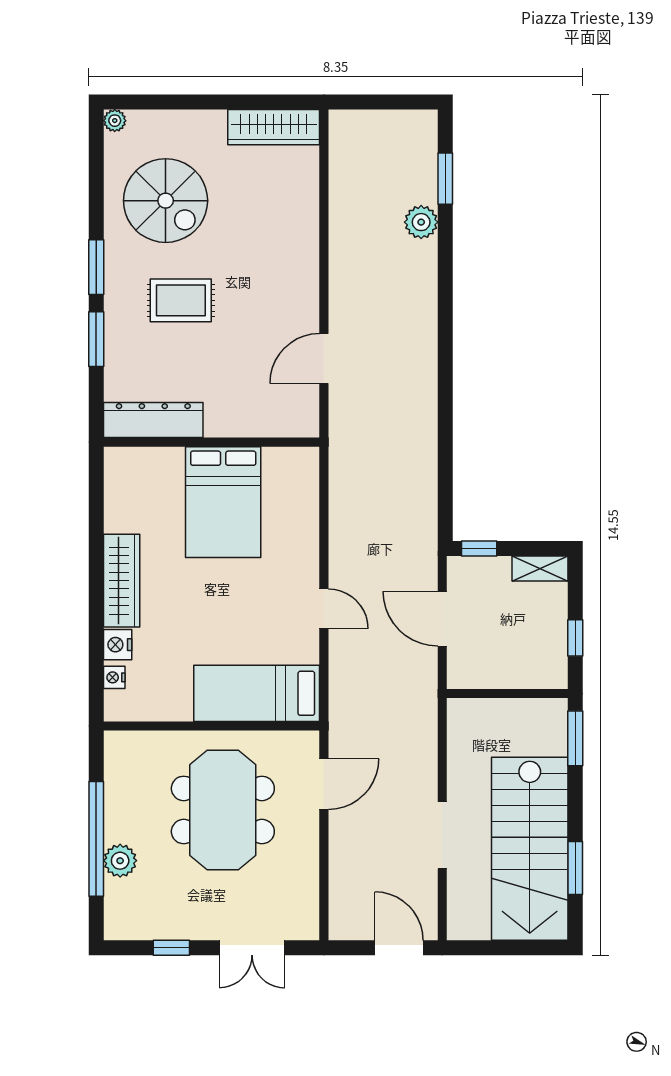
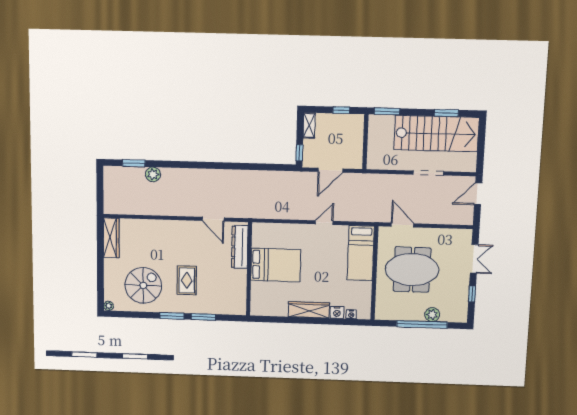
dresser: (153, 420) -> (240, 247), moved

